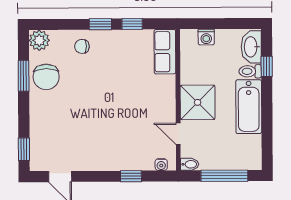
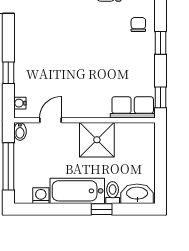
window: (132, 24) -> (161, 97), moved
washing machine: (206, 37) -> (41, 196), moved, turned 90
window: (267, 66) -> (102, 209), moved
shower: (198, 102) -> (97, 140), moved

